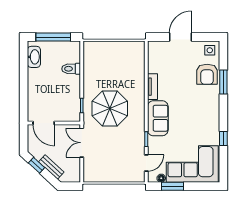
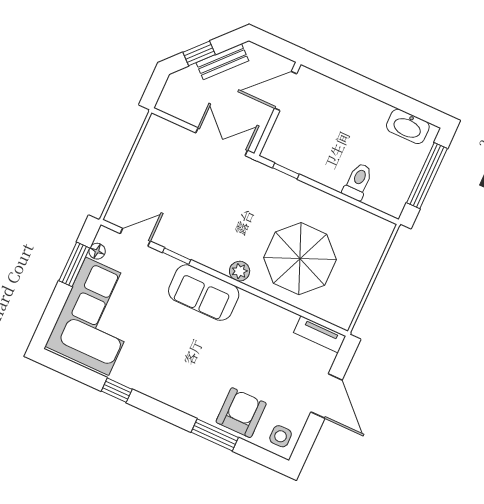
armchair: (207, 74) -> (241, 413), turned 90
tv unit: (152, 87) -> (320, 334), moved
plant: (140, 106) -> (240, 271), added
parasol: (110, 109) -> (300, 259), moved
door: (146, 163) -> (135, 237), swing flipped
window: (37, 165) -> (199, 53), moved
bench: (51, 167) -> (222, 62), moved

